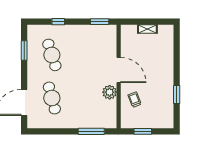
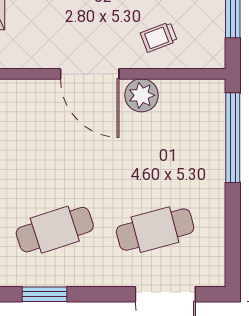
door: (119, 70) -> (90, 74), swing flipped
window: (91, 131) -> (233, 138), width x1.46

